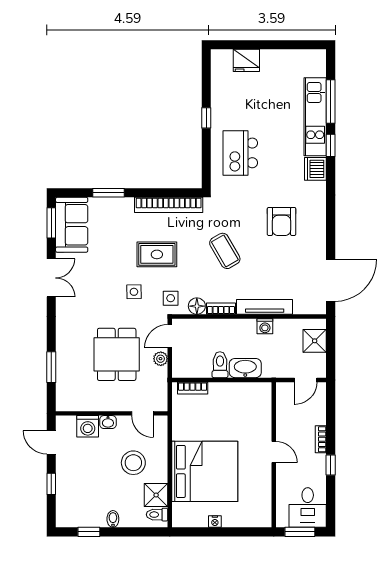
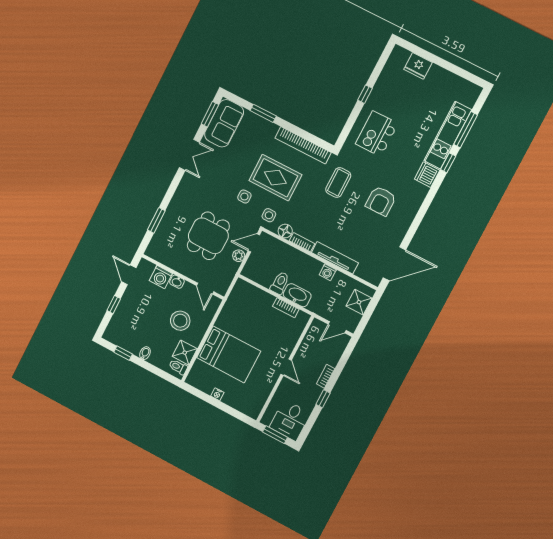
coffee table: (225, 251) -> (338, 182), moved, turned 30
rug: (157, 254) -> (275, 178), width x1.36, depth x1.43
bookcase: (193, 388) -> (286, 308), moved
bed: (205, 471) -> (229, 354), width x0.73

